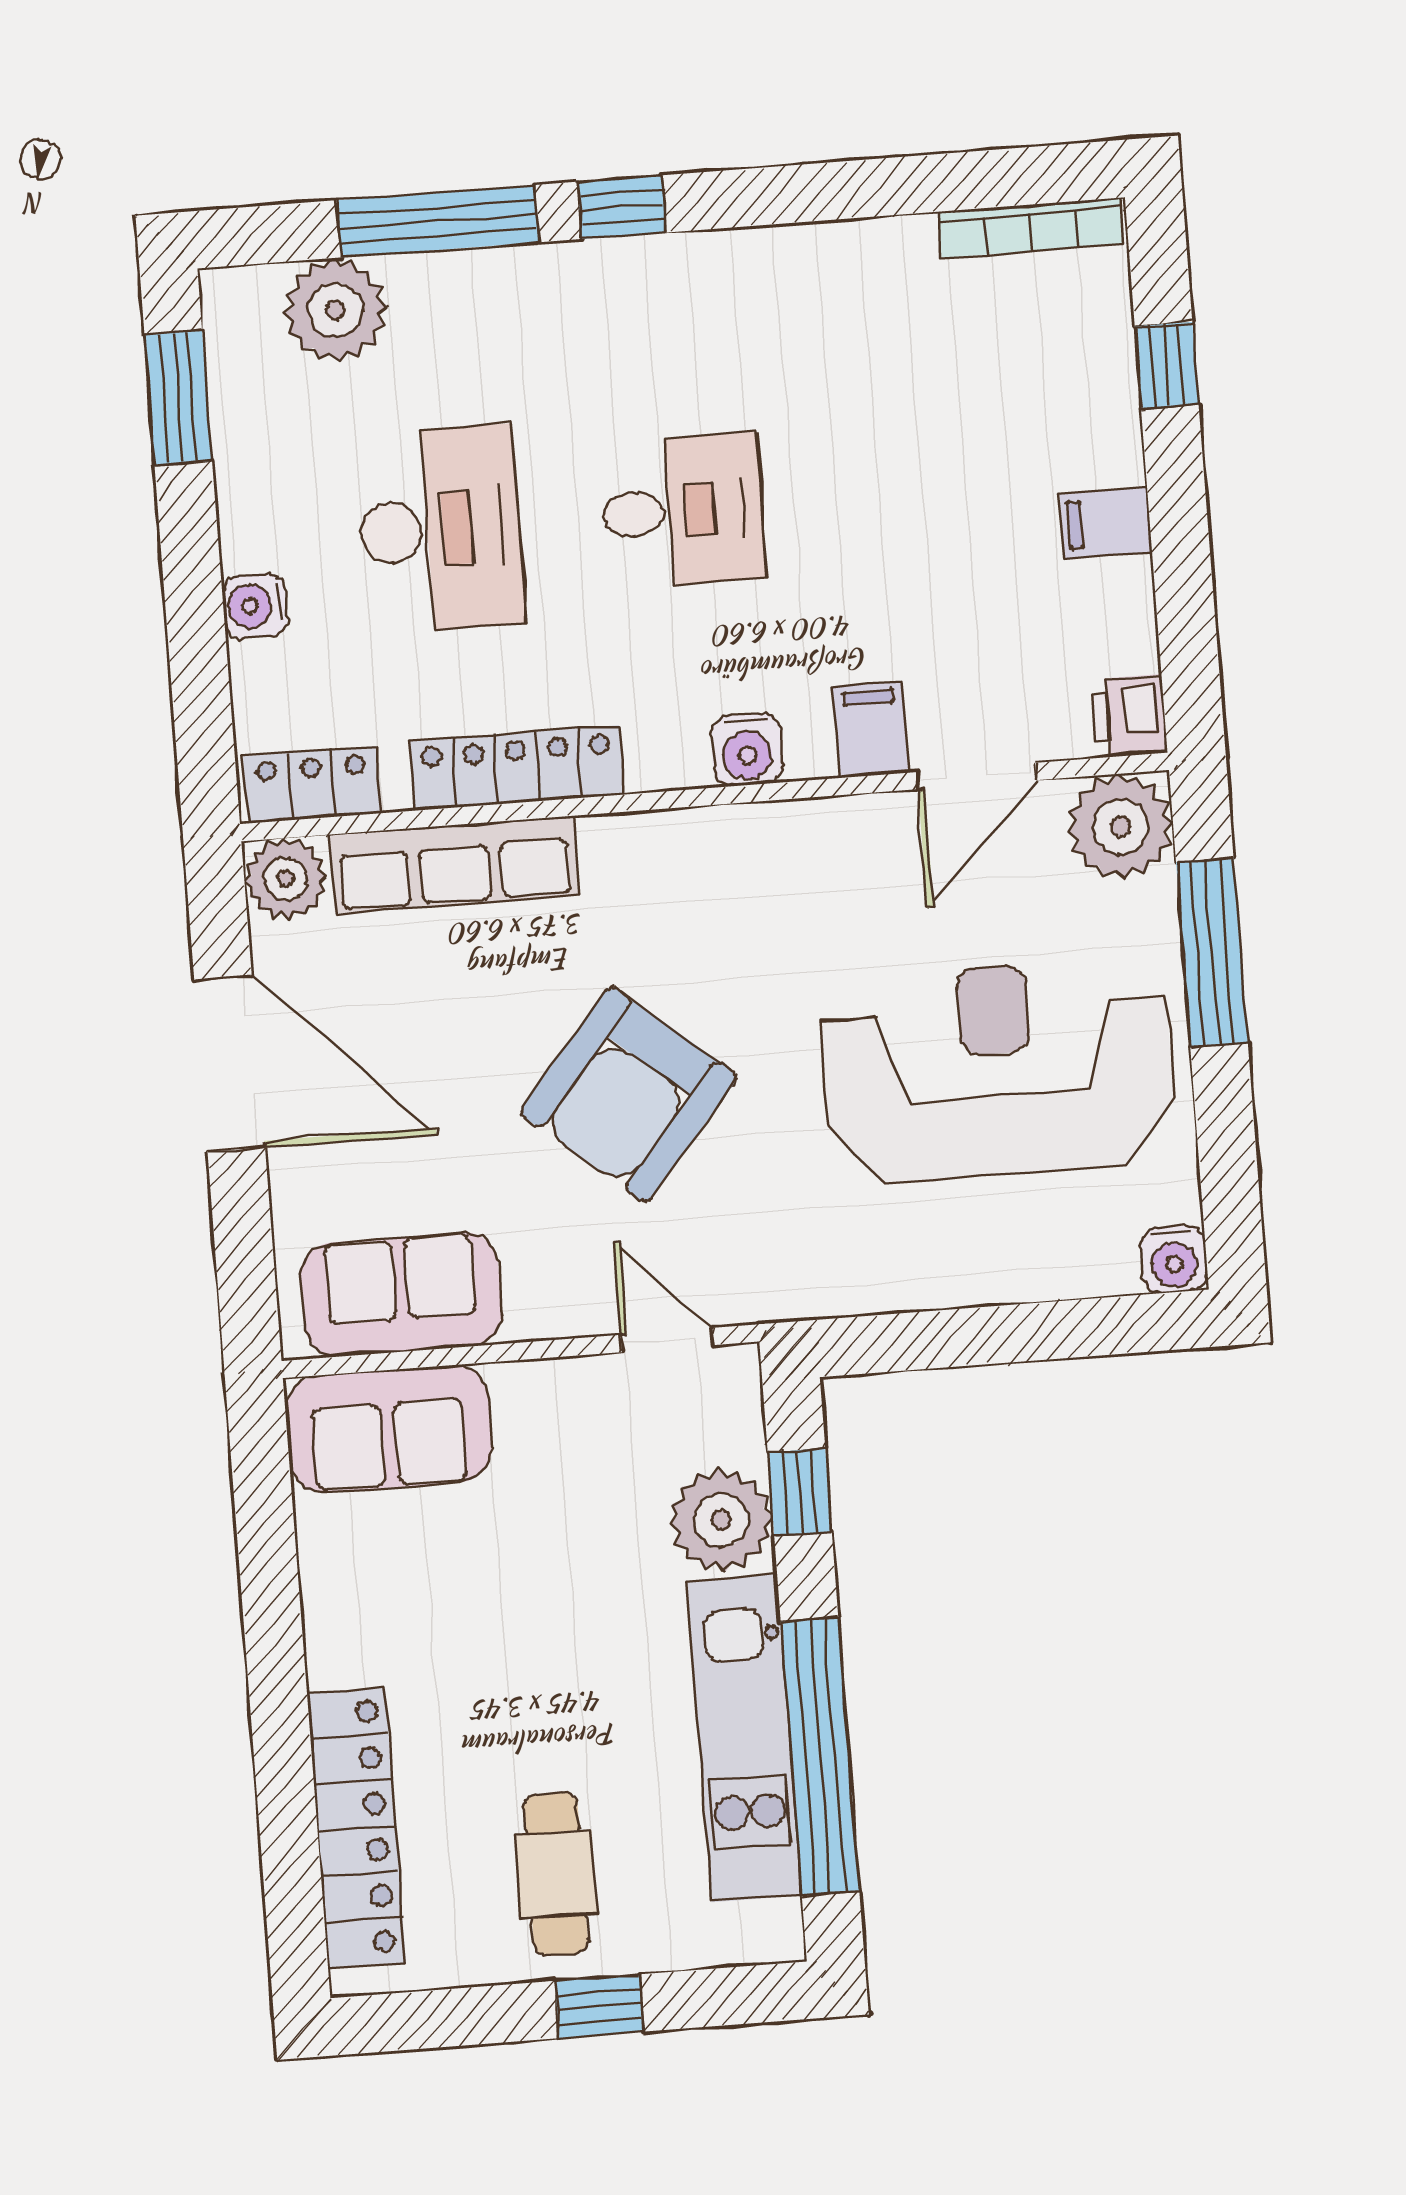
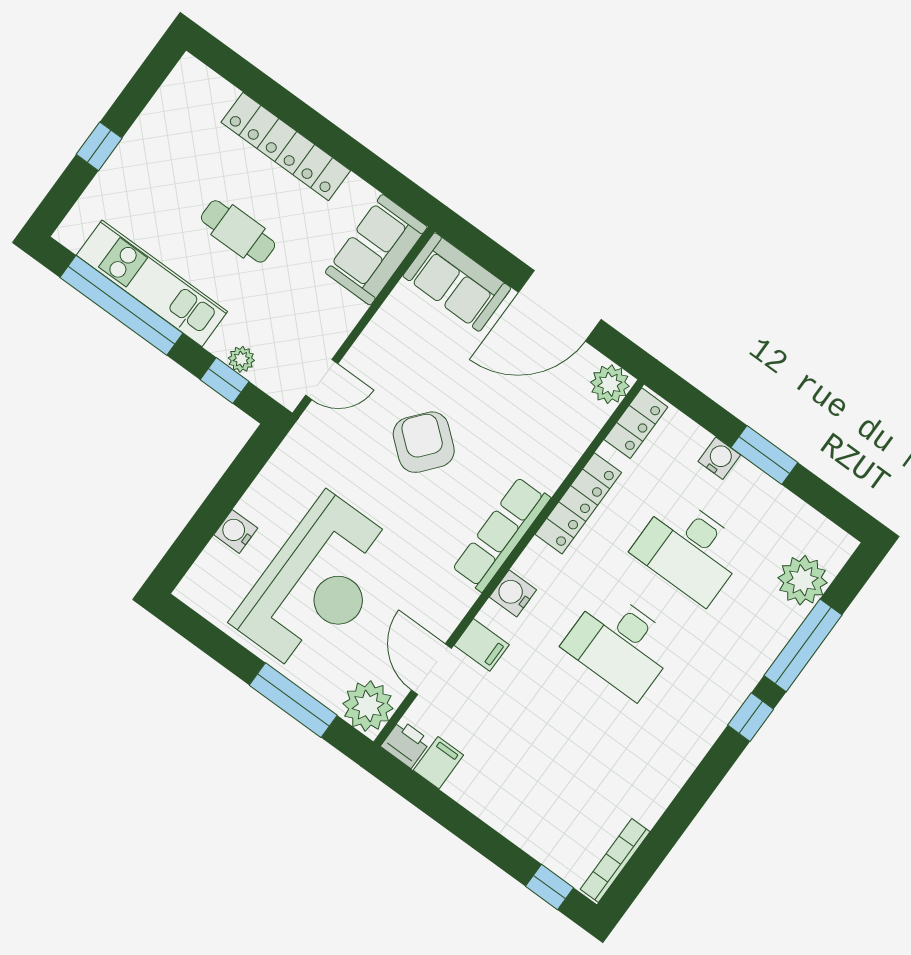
window: (1167, 365) -> (549, 887), moved
window: (178, 398) -> (764, 455), moved
desk: (682, 511) -> (621, 644), width x1.37
filing cabinet: (1106, 523) -> (438, 763), moved
row of seats: (454, 865) -> (501, 534), moved
armchair: (628, 1094) -> (424, 442), width x0.73, depth x0.73
water cooler: (1174, 1259) -> (236, 531), moved
sofa: (401, 1294) -> (457, 282), moved, turned 90
plant: (721, 1520) -> (241, 359), width x0.53, depth x0.53
locker: (356, 1828) -> (286, 146), moved
cafe table: (556, 1874) -> (238, 231), moved

